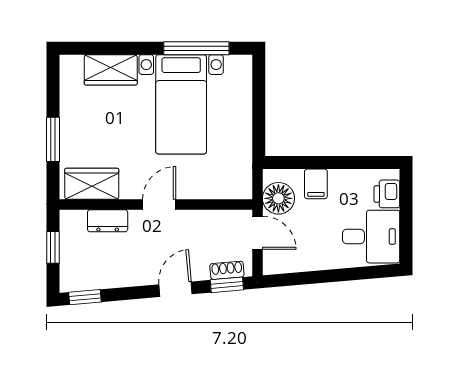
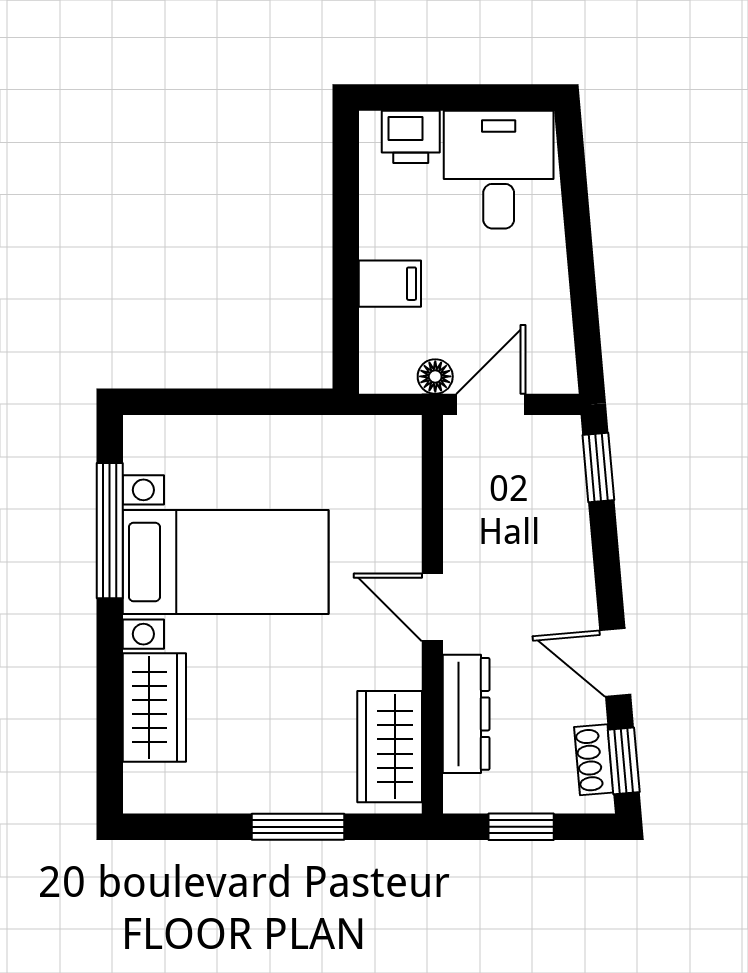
floor lamp: (278, 198) -> (435, 376), width x0.53, depth x0.53
dresser: (108, 221) -> (466, 714), width x1.44
shoe rack: (227, 270) -> (594, 760), moved
door: (175, 289) -> (615, 663), moved

